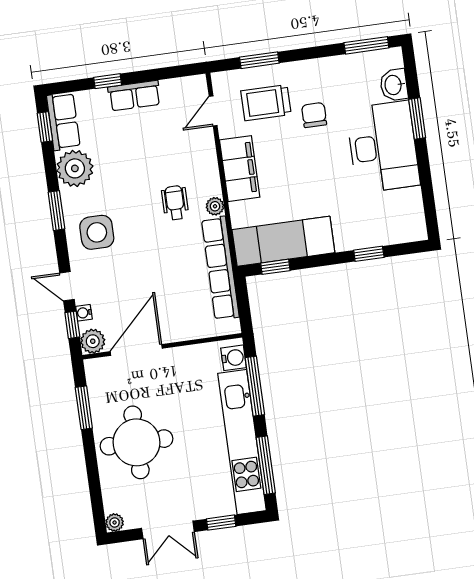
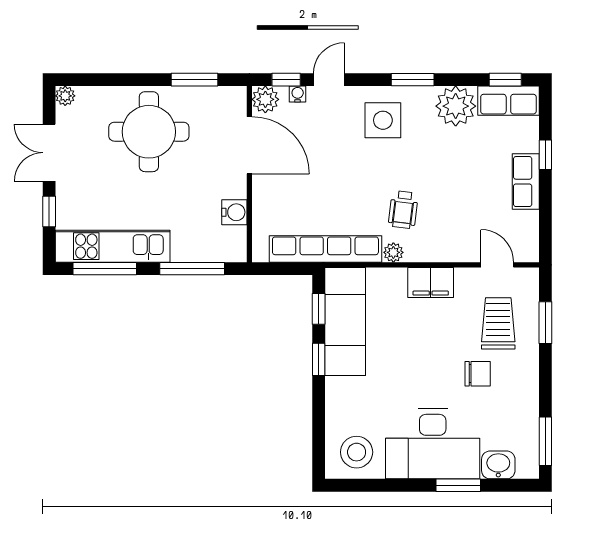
filing cabinet: (240, 169) -> (431, 283), width x0.67, depth x0.86
wheelchair: (175, 203) -> (403, 210), turned 97
stool: (400, 215) -> (357, 452), added
window: (369, 254) -> (319, 359), moved
water cooler: (234, 358) -> (234, 212), moved, turned -90
kitchen unit: (242, 442) -> (113, 246), width x0.73

